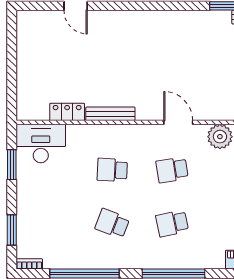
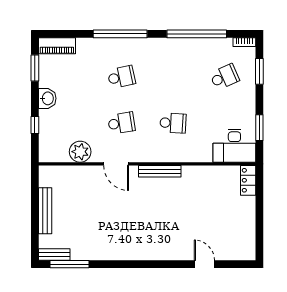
locker: (67, 112) -> (248, 180), moved, turned 90
bench: (110, 114) -> (160, 171), moved
school desk: (112, 223) -> (224, 77), moved, turned -45

